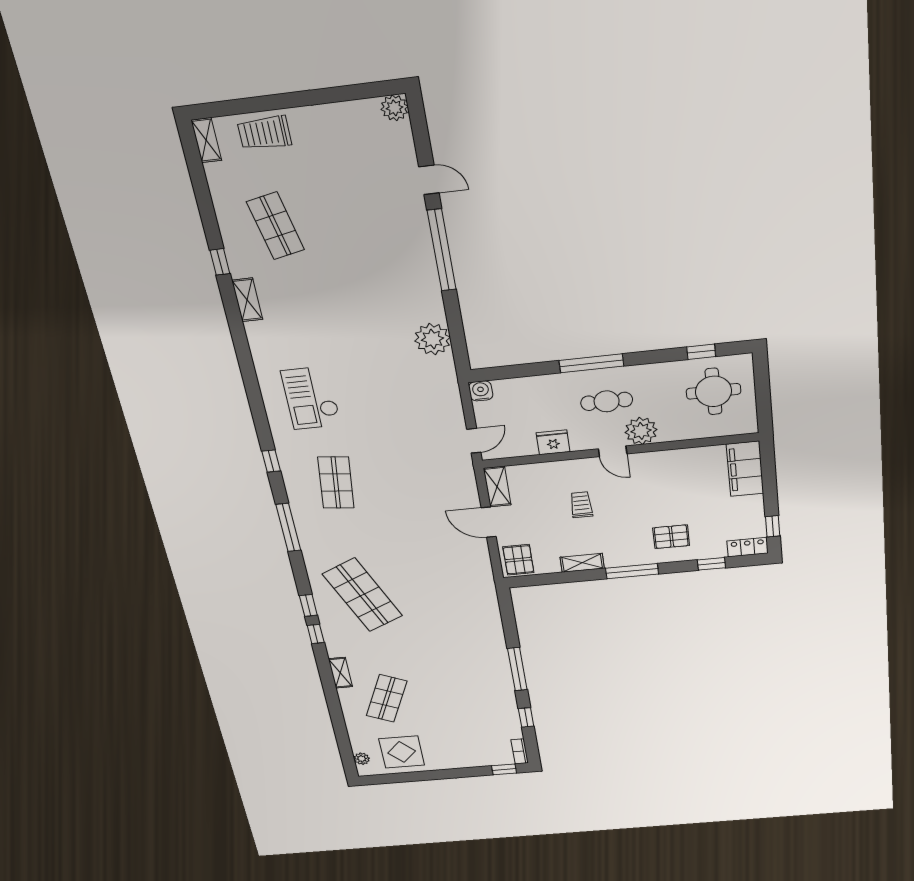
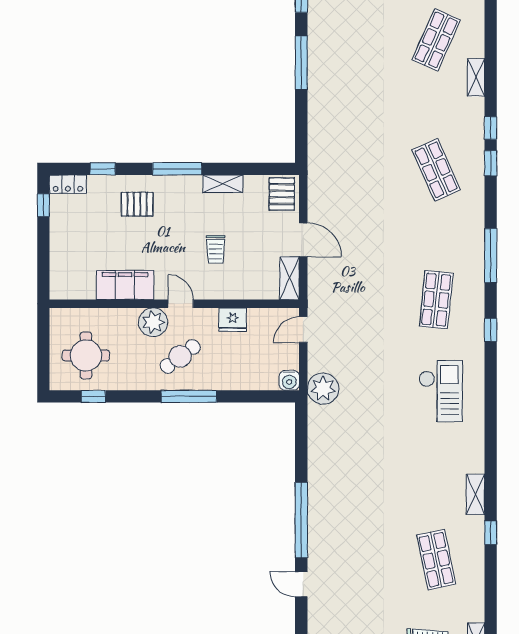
plant: (432, 339) -> (323, 389), moved
cafe table: (607, 401) -> (180, 356), turned -37
filing cabinet: (745, 469) -> (125, 285), moved, turned -90
shop shelf: (362, 595) -> (436, 170), width x0.70, depth x0.74

